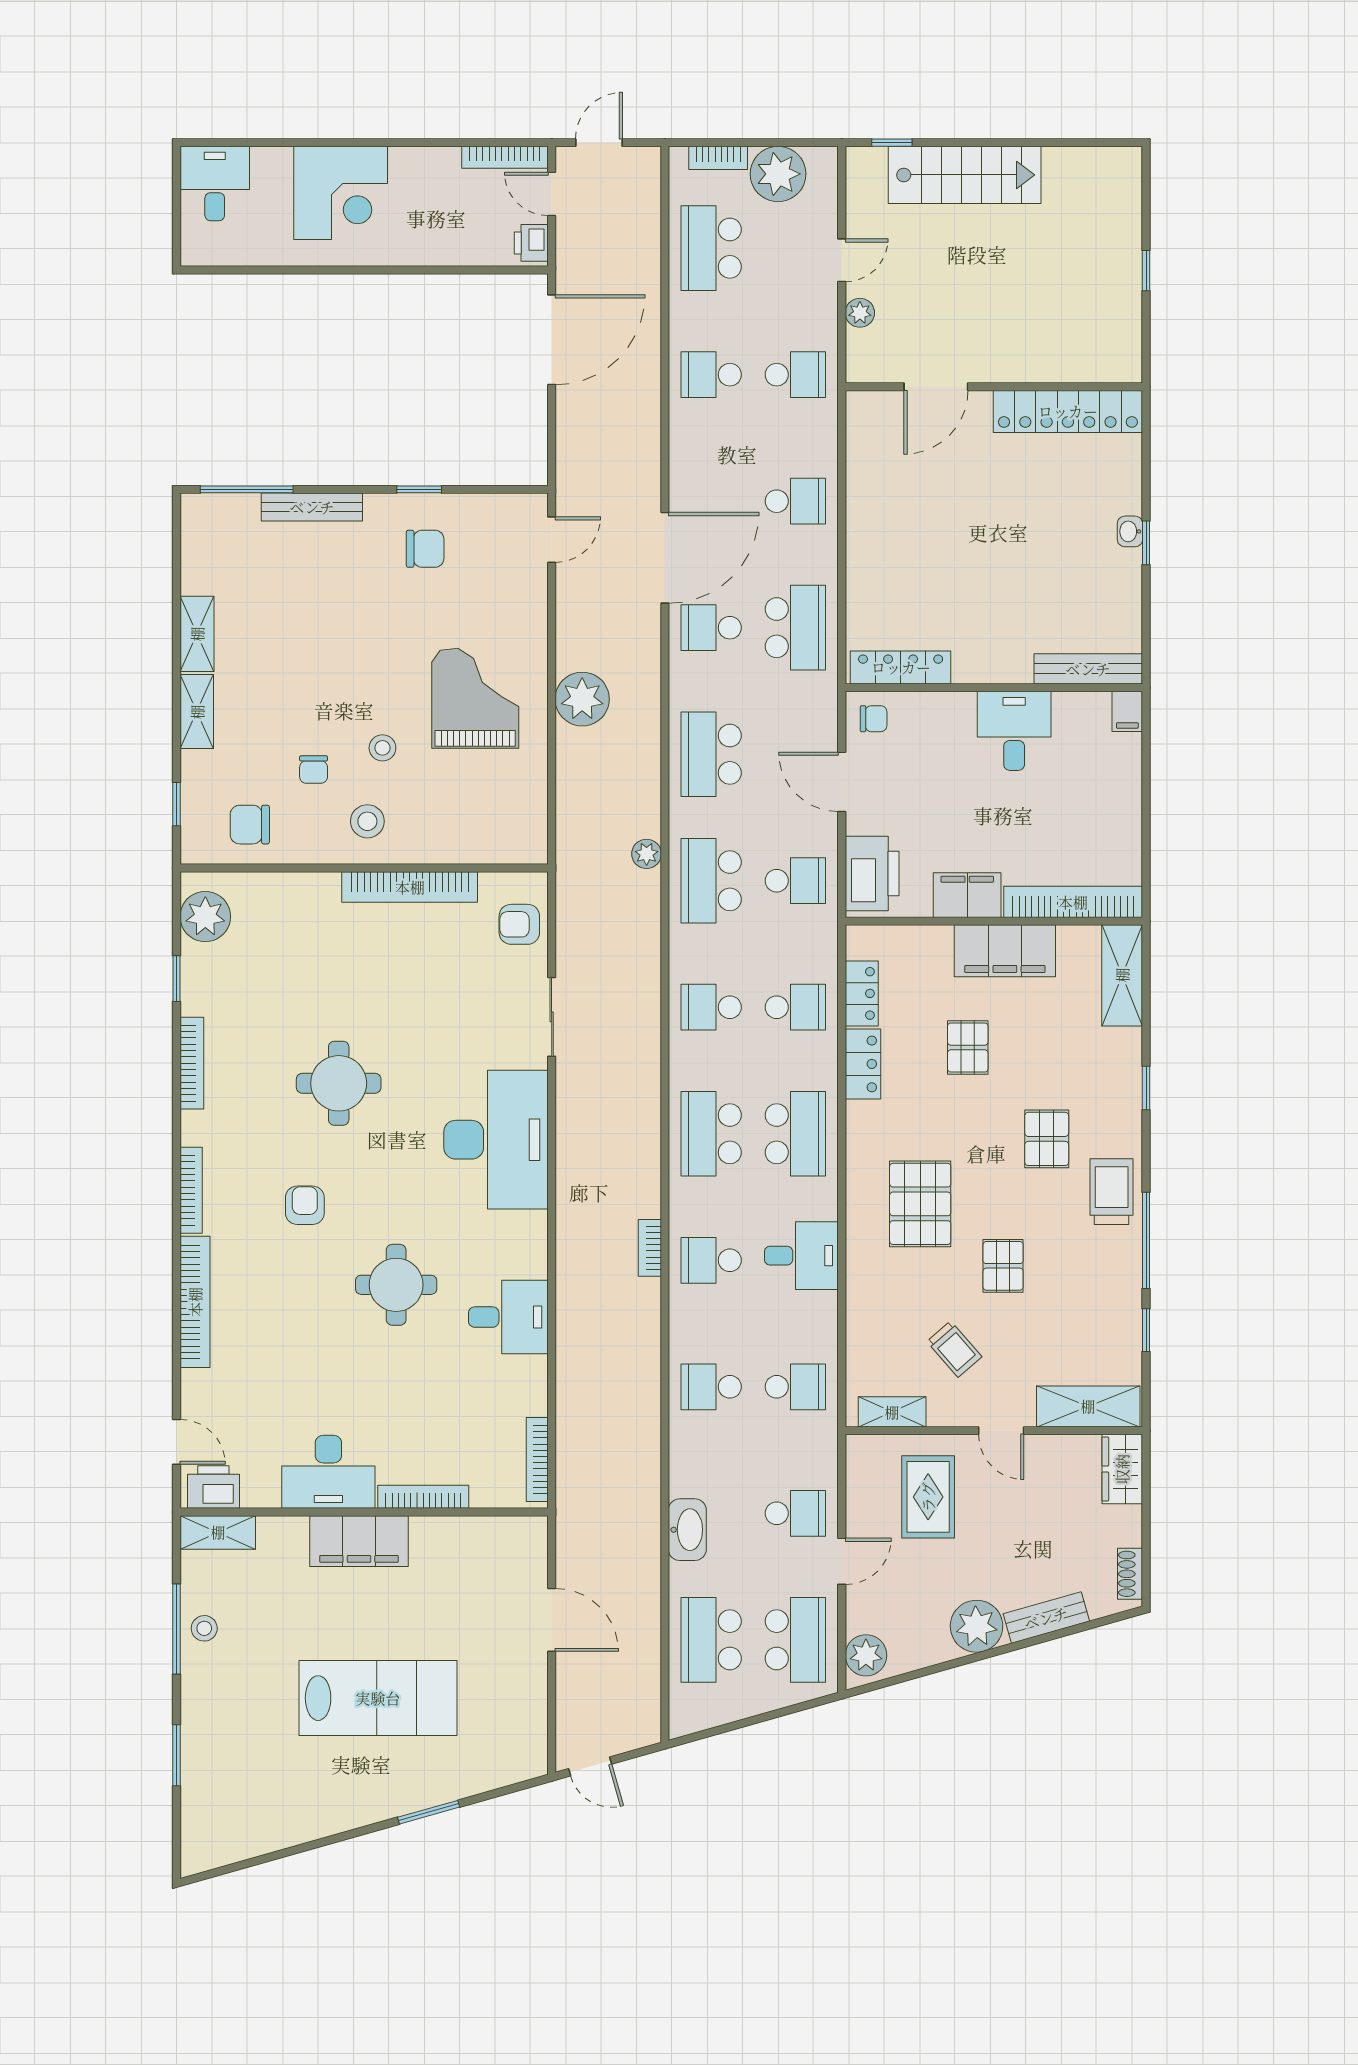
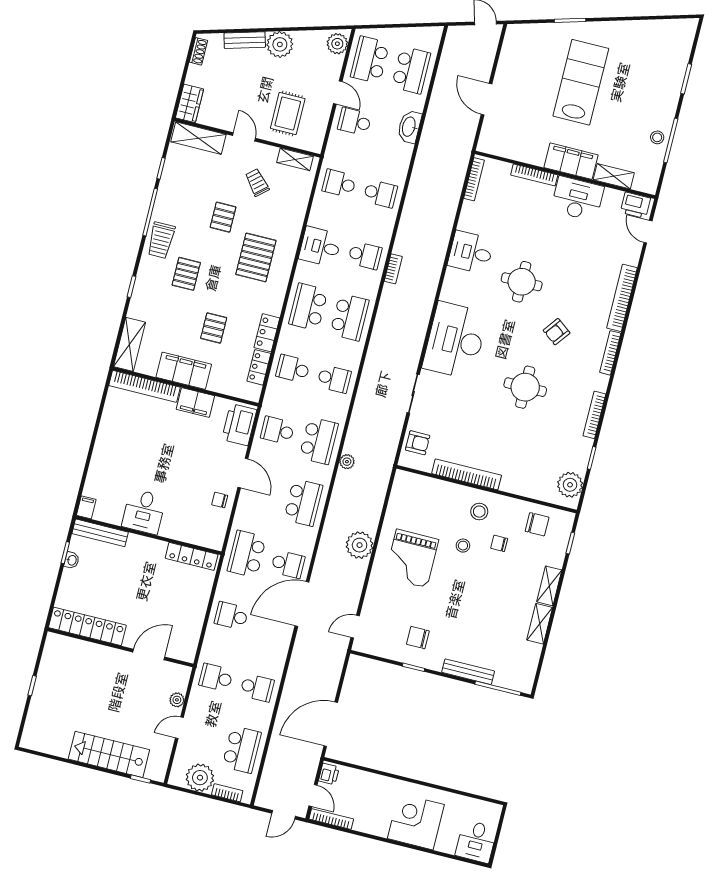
locker: (901, 667) -> (192, 556), moved
bench: (1088, 669) -> (100, 533), moved
wall: (994, 688) -> (148, 535), moved
filing cabinet: (1127, 711) -> (86, 507), moved
desk: (1014, 731) -> (144, 512), moved
chair: (314, 769) -> (499, 543), turned -90
armchair: (305, 1205) -> (557, 332), turned 37
shelving: (218, 1532) -> (614, 176), moved
door: (842, 1561) -> (338, 93), swing flipped
lab bench: (378, 1698) -> (581, 82), turned 90

